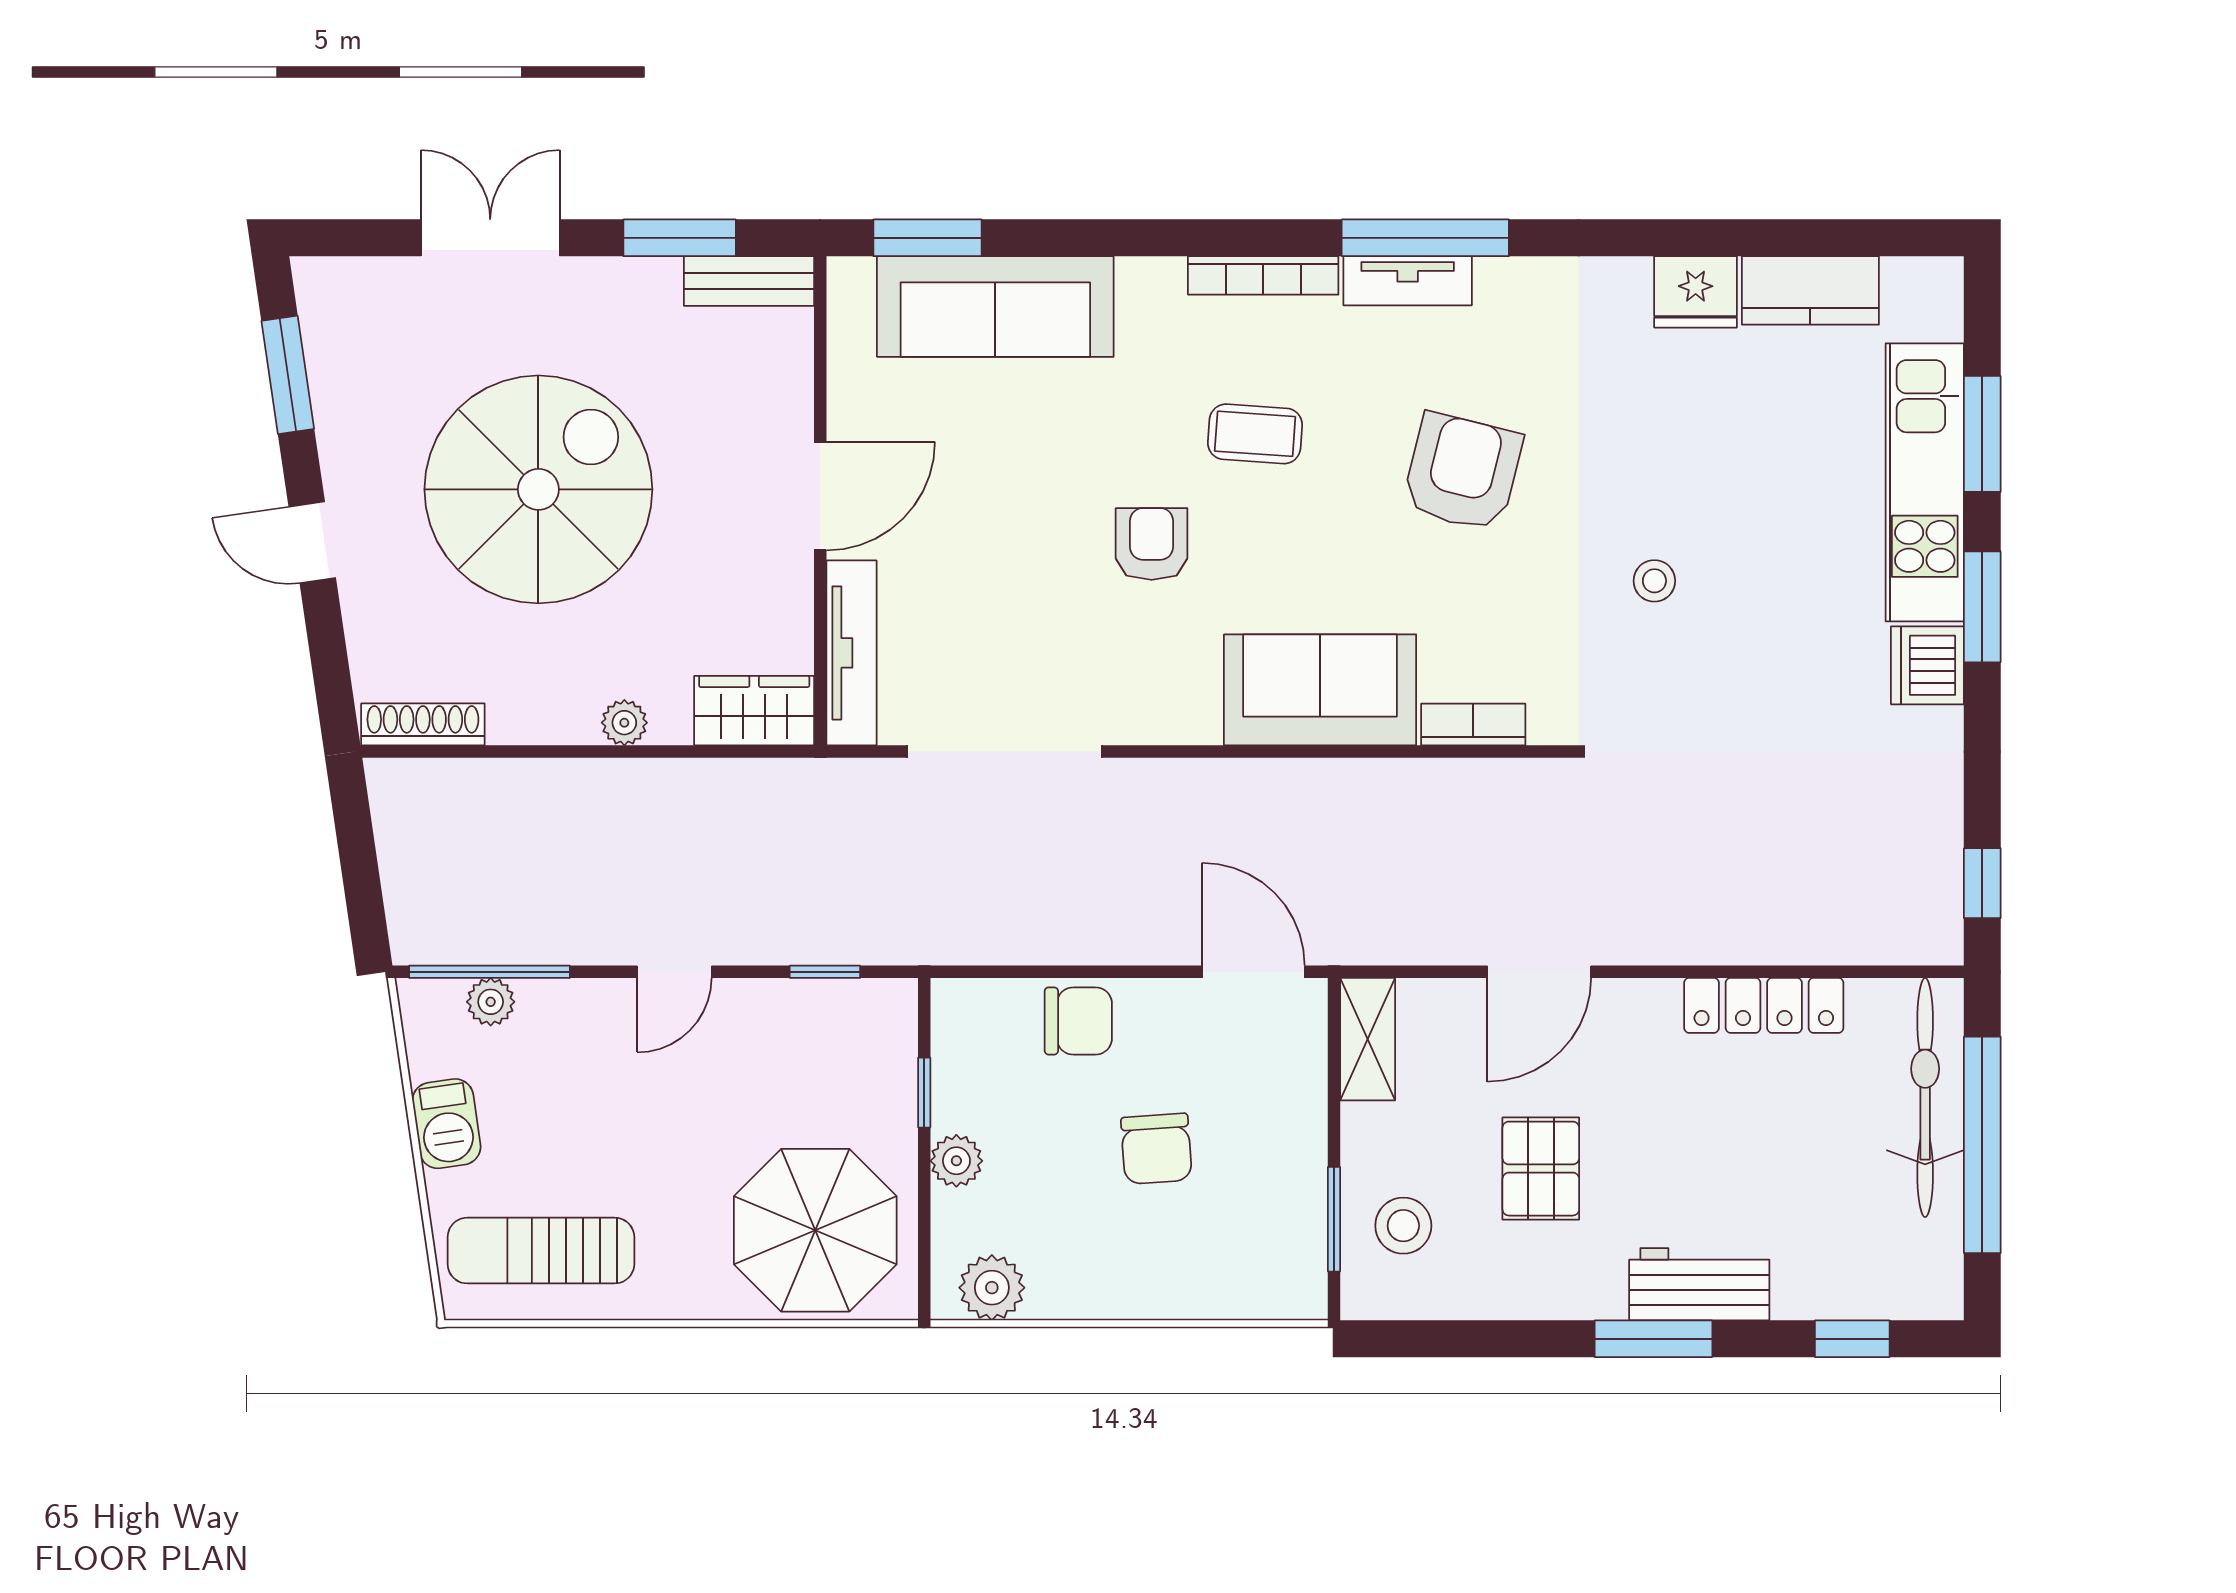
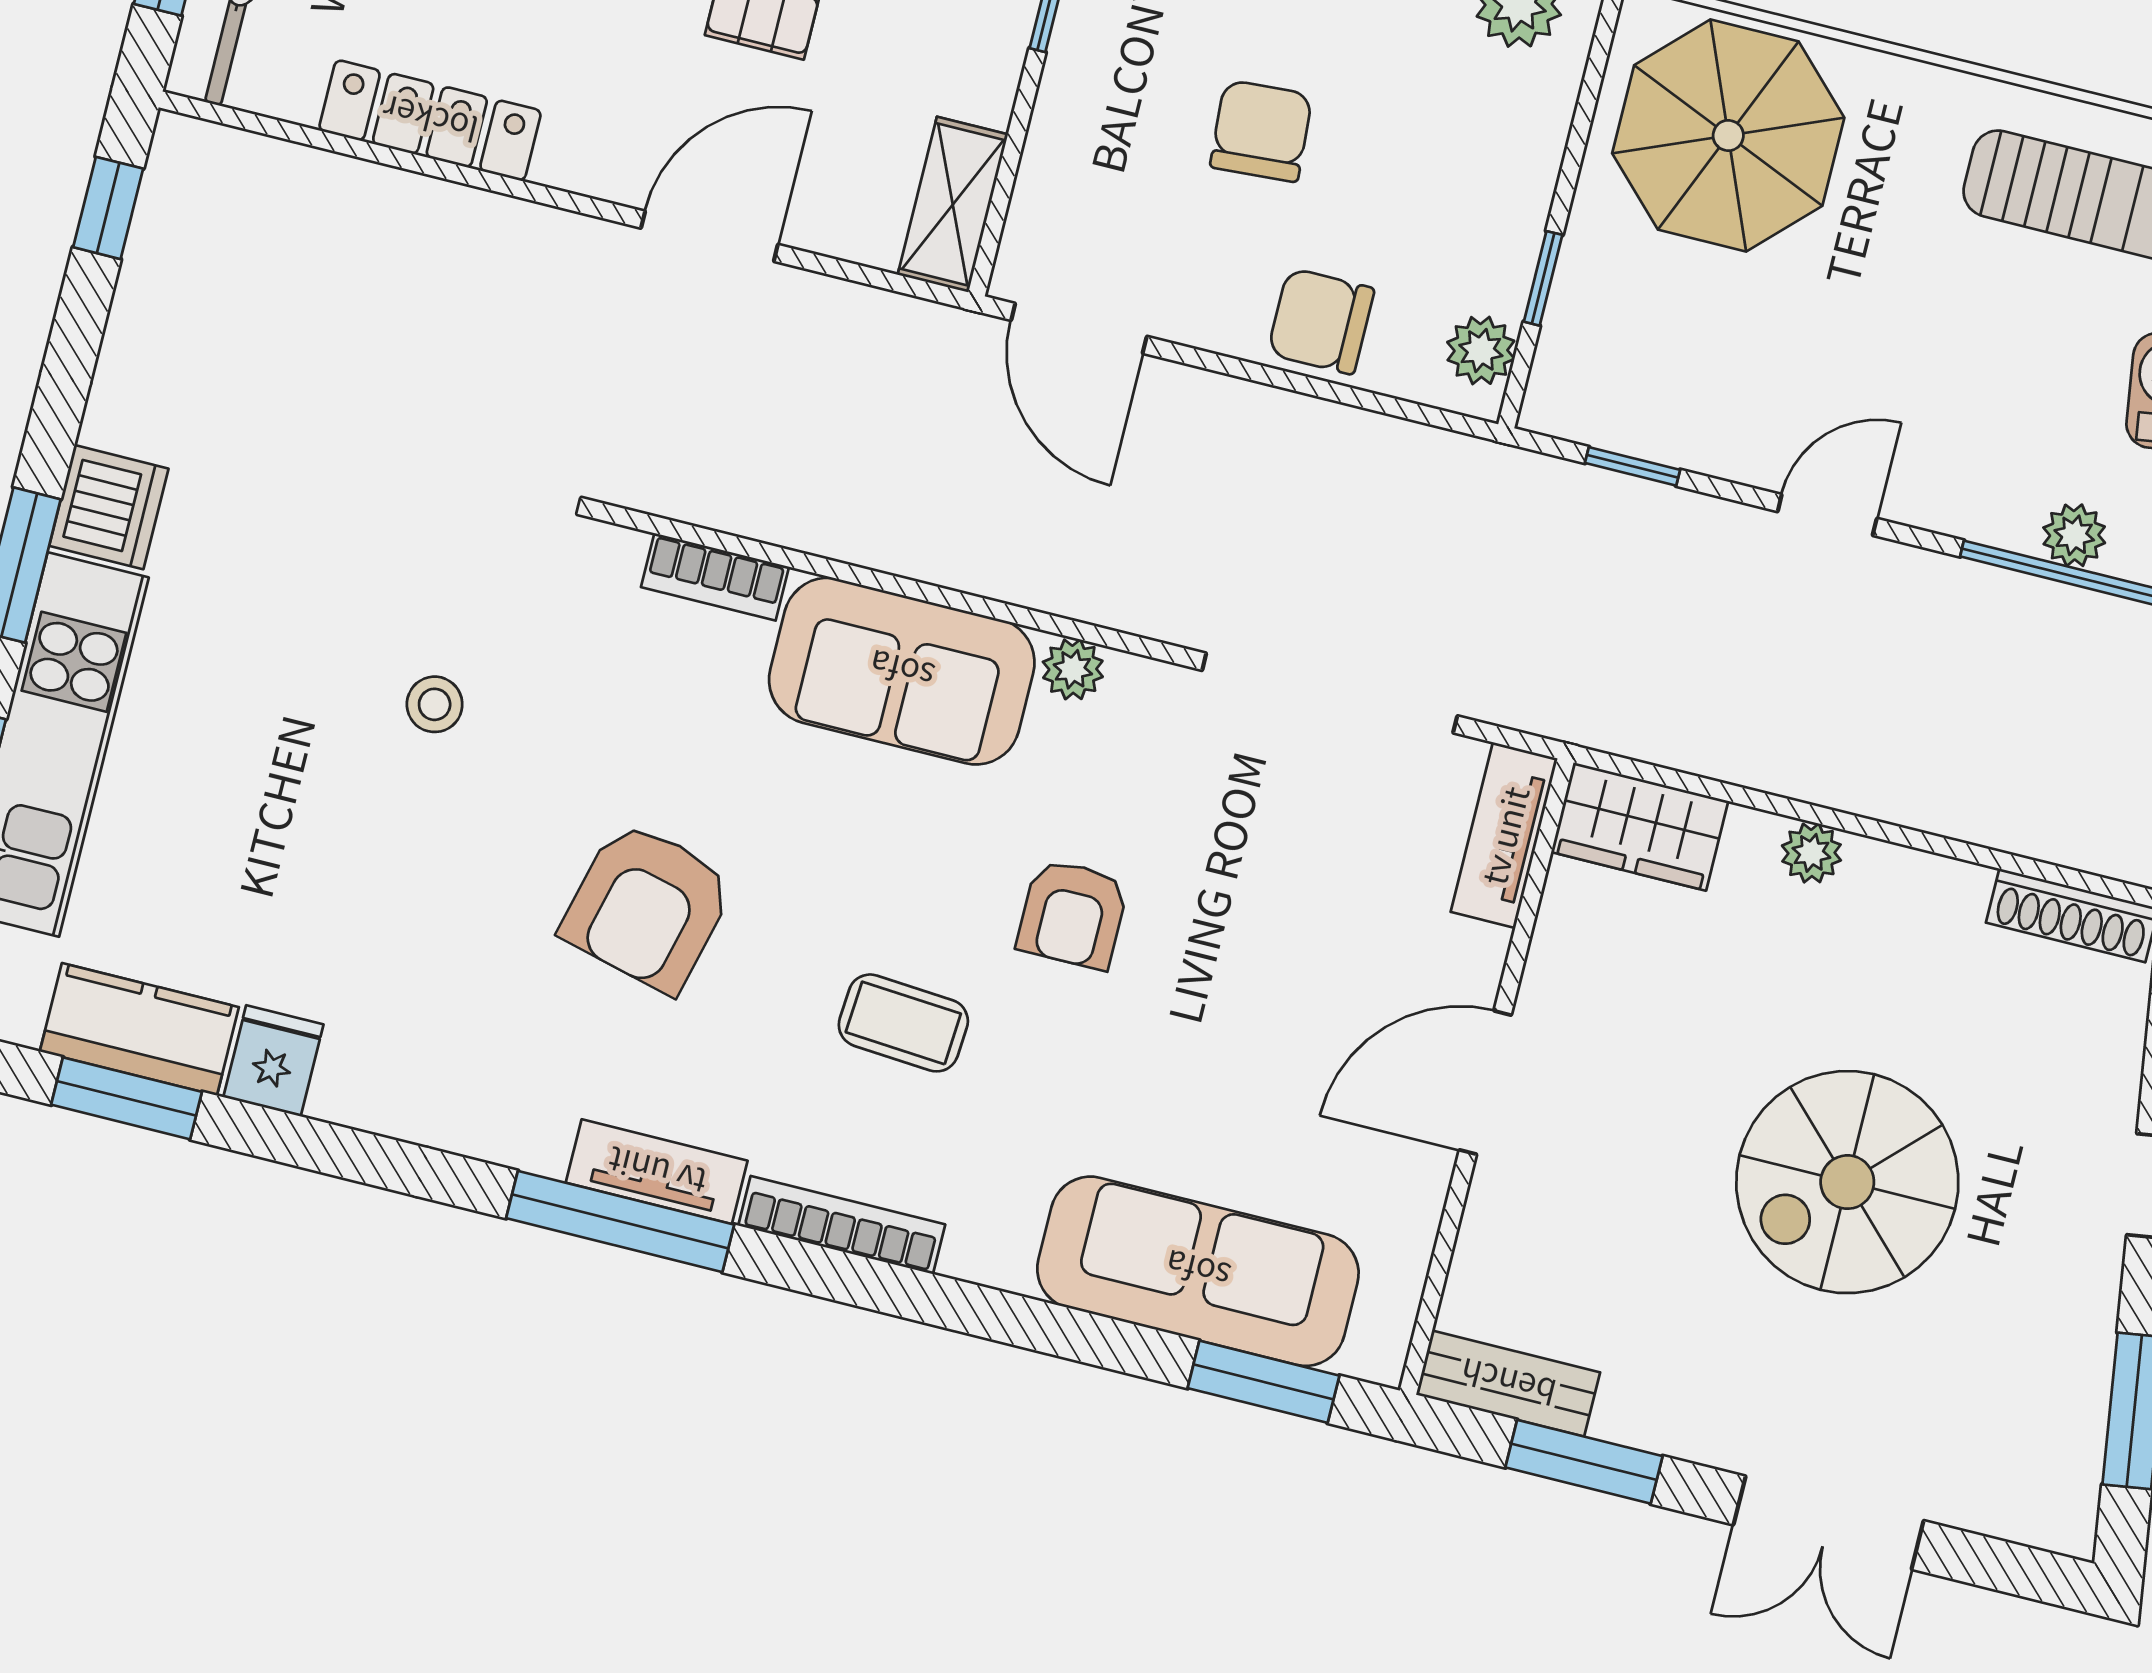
window: (1807, 238) -> (127, 1098), added
fridge: (1696, 292) -> (273, 1061), width x0.72
spiral stairs: (538, 489) -> (1847, 1182), width x0.73, depth x0.73
tv unit: (851, 653) -> (1504, 835), width x0.71
plant: (1196, 722) -> (1073, 669), added
plant: (956, 1161) -> (1481, 350), moved

